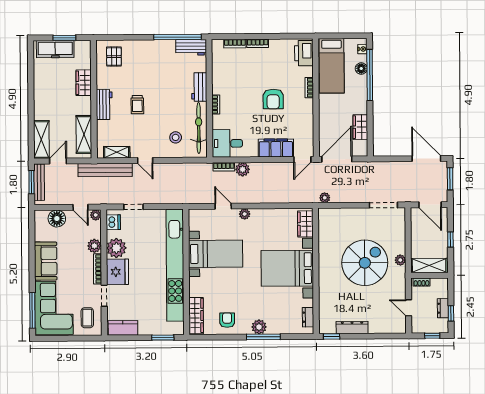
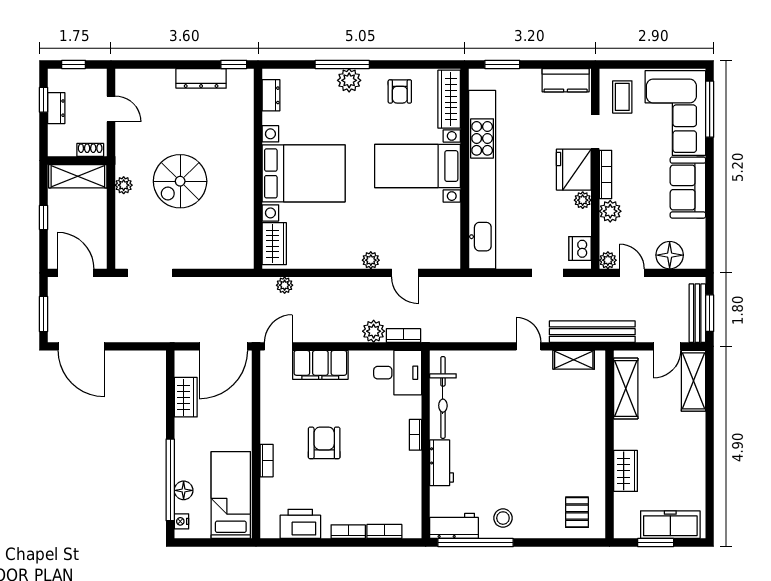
printer: (304, 53) -> (300, 524), moved, turned -90
workbench: (104, 105) -> (593, 436), removed
trolley: (137, 105) -> (540, 435), removed
stool: (176, 137) -> (503, 518), moved
plant: (325, 198) -> (285, 285), moved
plant: (116, 248) -> (583, 200), width x0.53, depth x0.53
bed with nightstands: (216, 254) -> (417, 166), moved
spiral stairs: (365, 263) -> (180, 181), width x0.73, depth x0.73

